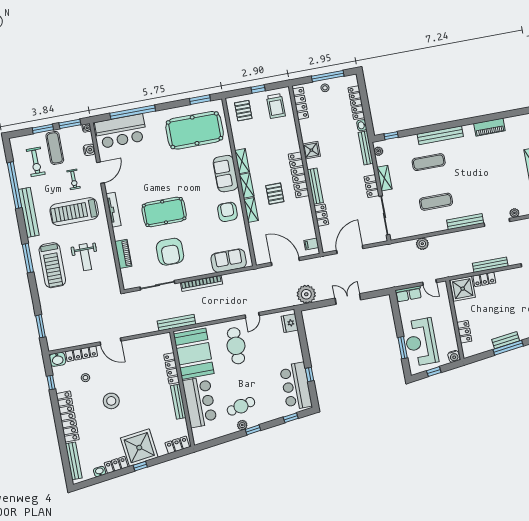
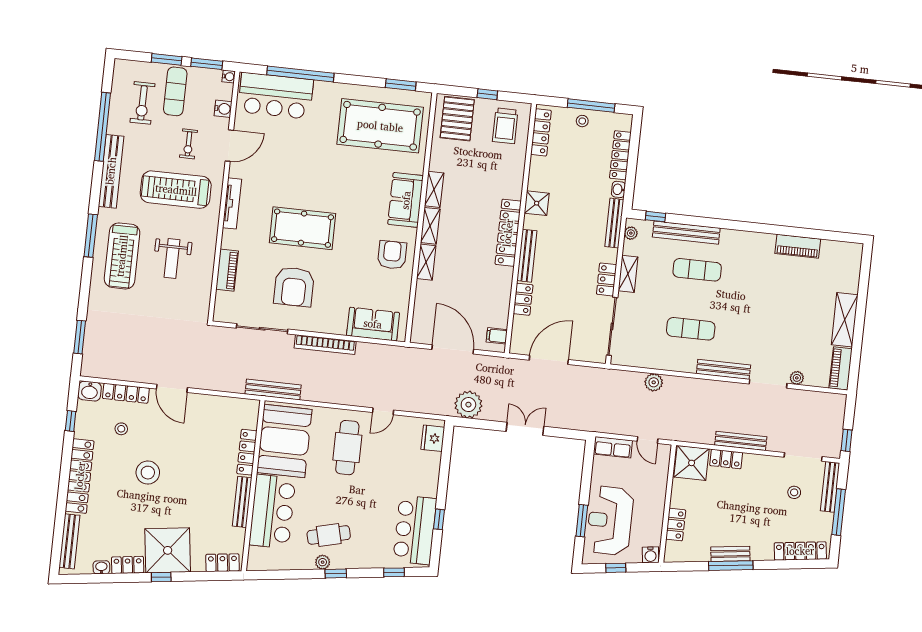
pallet: (243, 111) -> (457, 119), width x1.50, depth x1.42
bench: (440, 135) -> (686, 233), moved
pallet: (275, 194) -> (467, 249), removed

